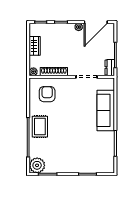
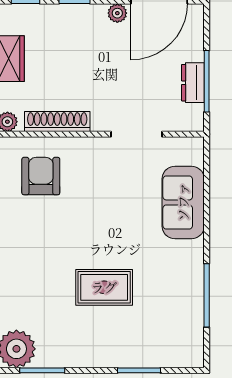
dresser: (110, 68) -> (193, 83), moved
sofa: (106, 110) -> (183, 202), width x0.73
rug: (40, 127) -> (104, 287), moved, turned 90

